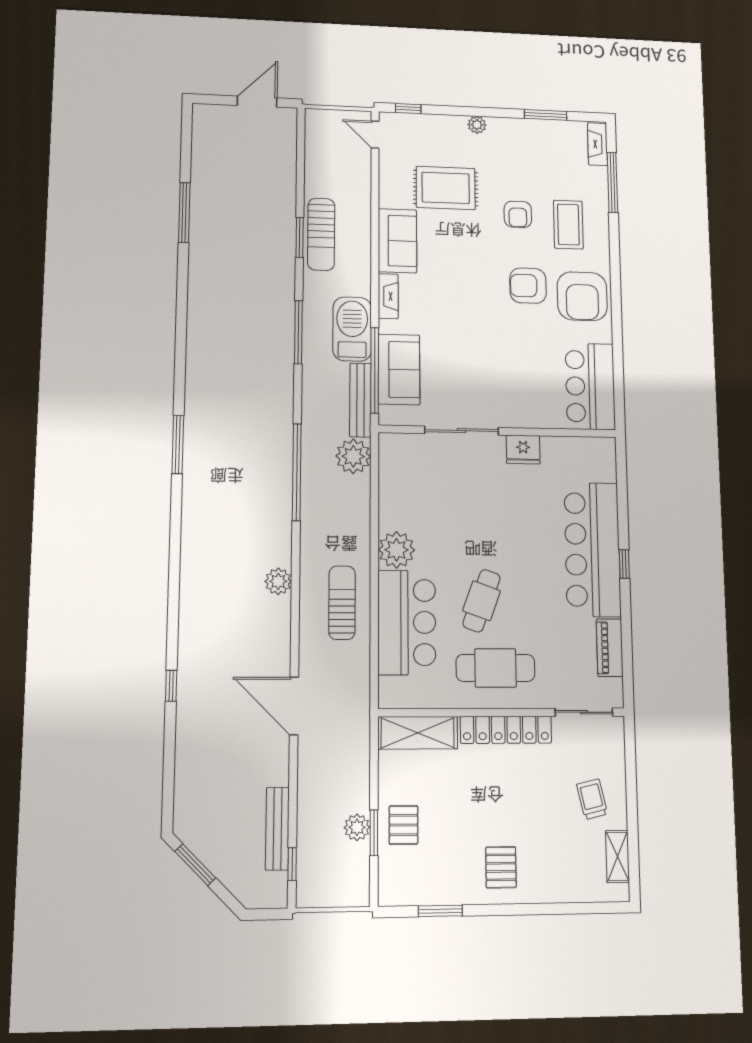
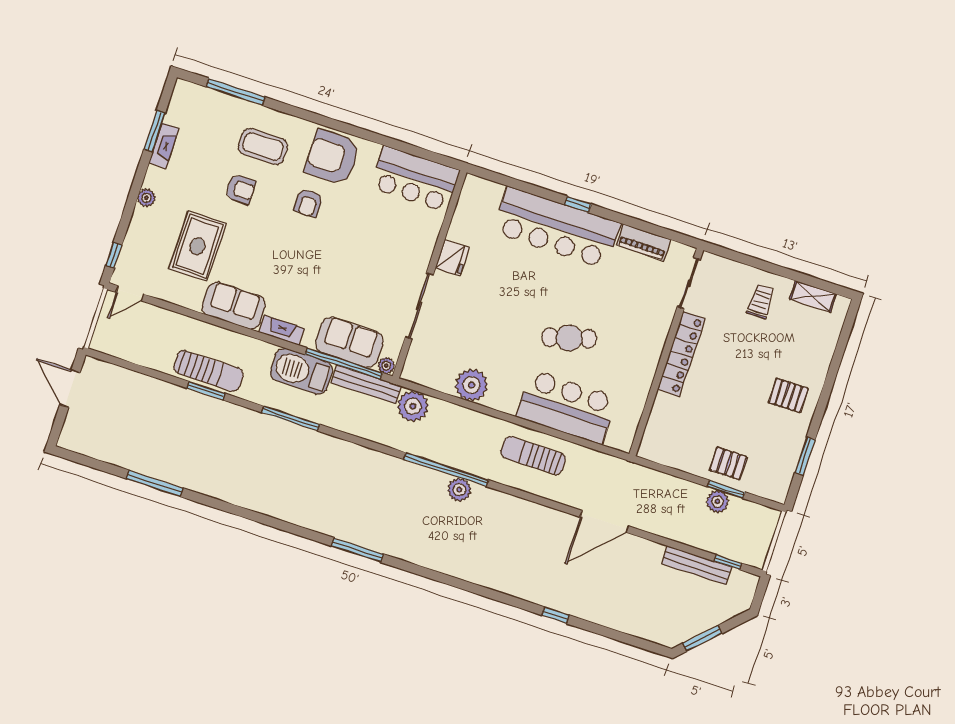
fireplace: (597, 144) -> (164, 146), moved, turned -90
armchair: (528, 286) -> (308, 203), width x0.72, depth x0.72
armchair: (582, 296) -> (332, 157), turned 180
plant: (387, 415) -> (386, 366), added
window: (297, 472) -> (446, 470), moved
plant: (396, 550) -> (471, 385), moved
plant: (278, 581) -> (459, 490), moved
cafe table: (482, 601) -> (569, 338), turned -36
cafe table: (495, 668) -> (628, 345), removed
shelving: (418, 733) -> (659, 428), removed
trolley: (592, 799) -> (761, 301), turned 103

